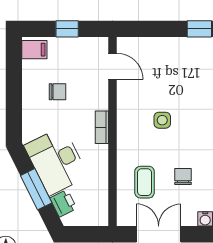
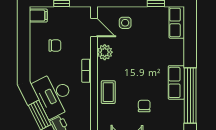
plant: (128, 101) -> (105, 52), added
side table: (162, 120) -> (125, 23), moved
coffee table: (145, 182) -> (108, 92), moved

